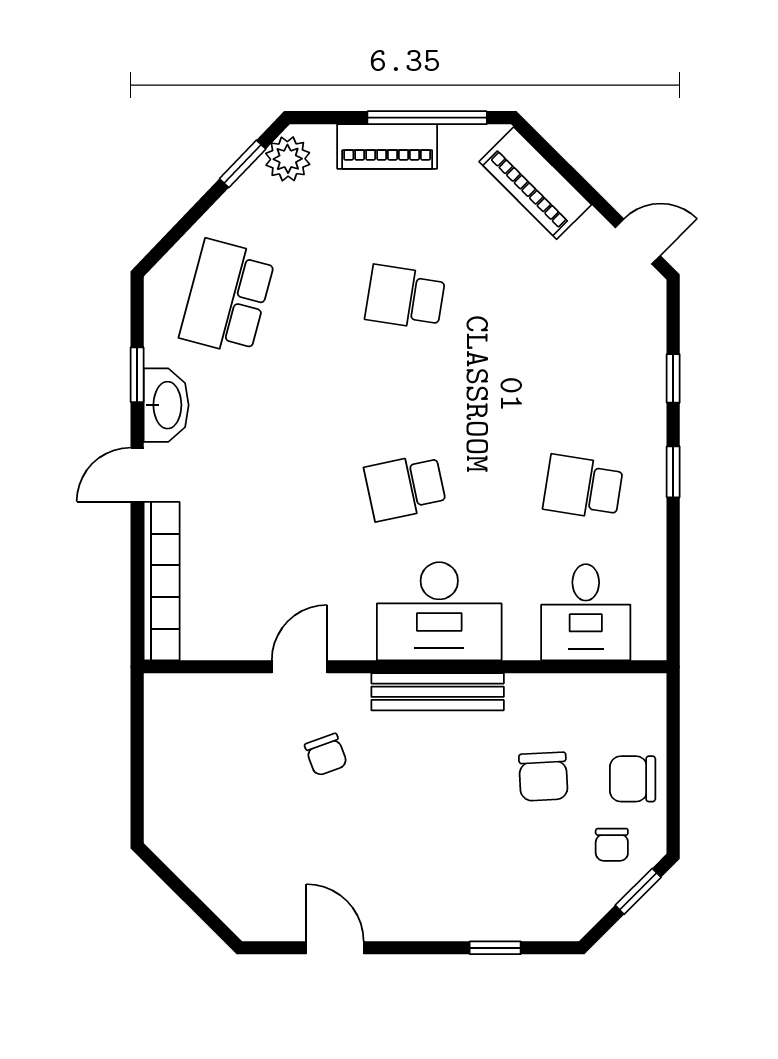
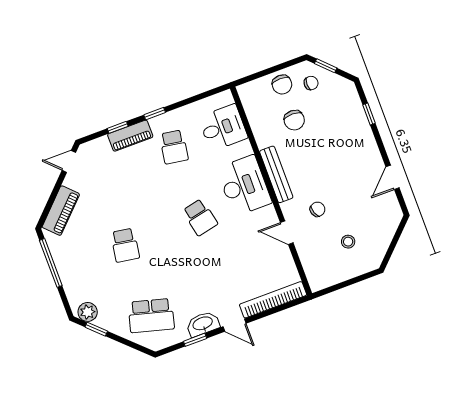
piano: (387, 146) -> (130, 136), moved, turned 90
door: (638, 242) -> (69, 161), hinge flipped
chair: (543, 777) -> (294, 120), turned 93
stool: (229, 796) -> (348, 242), added

